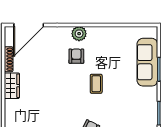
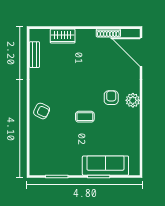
armchair: (76, 56) -> (111, 98), turned -90
wardrobe: (12, 86) -> (63, 36), moved

